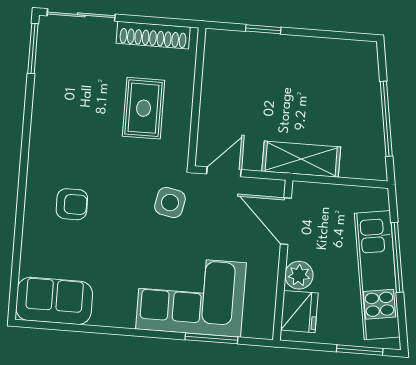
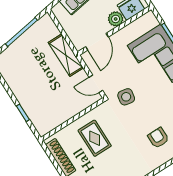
rug: (144, 108) -> (95, 138), turned 90

